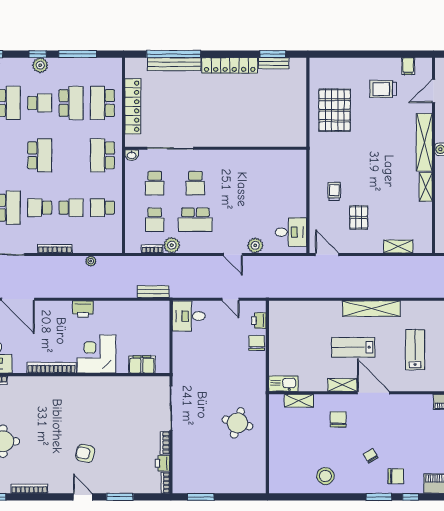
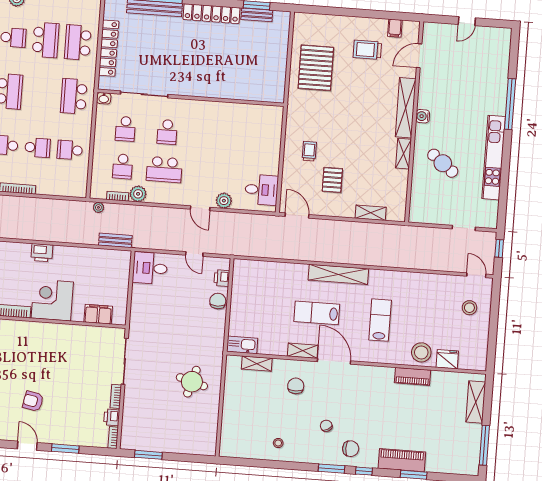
plant: (91, 261) -> (98, 207), moved
stool: (325, 476) -> (278, 443), width x0.53, depth x0.53

